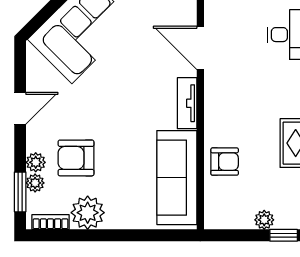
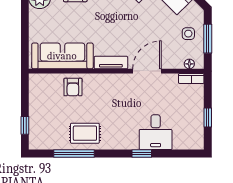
plant: (264, 220) -> (35, 113), removed

